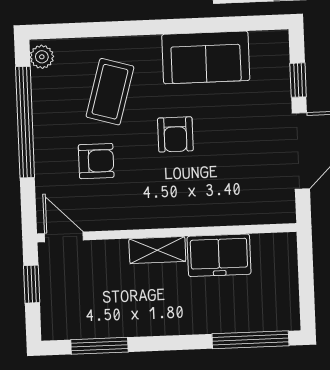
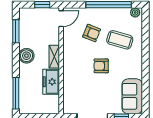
sofa: (206, 57) -> (132, 96), moved
armchair: (96, 161) -> (92, 33), turned -68
boiler: (158, 318) -> (26, 56), added

